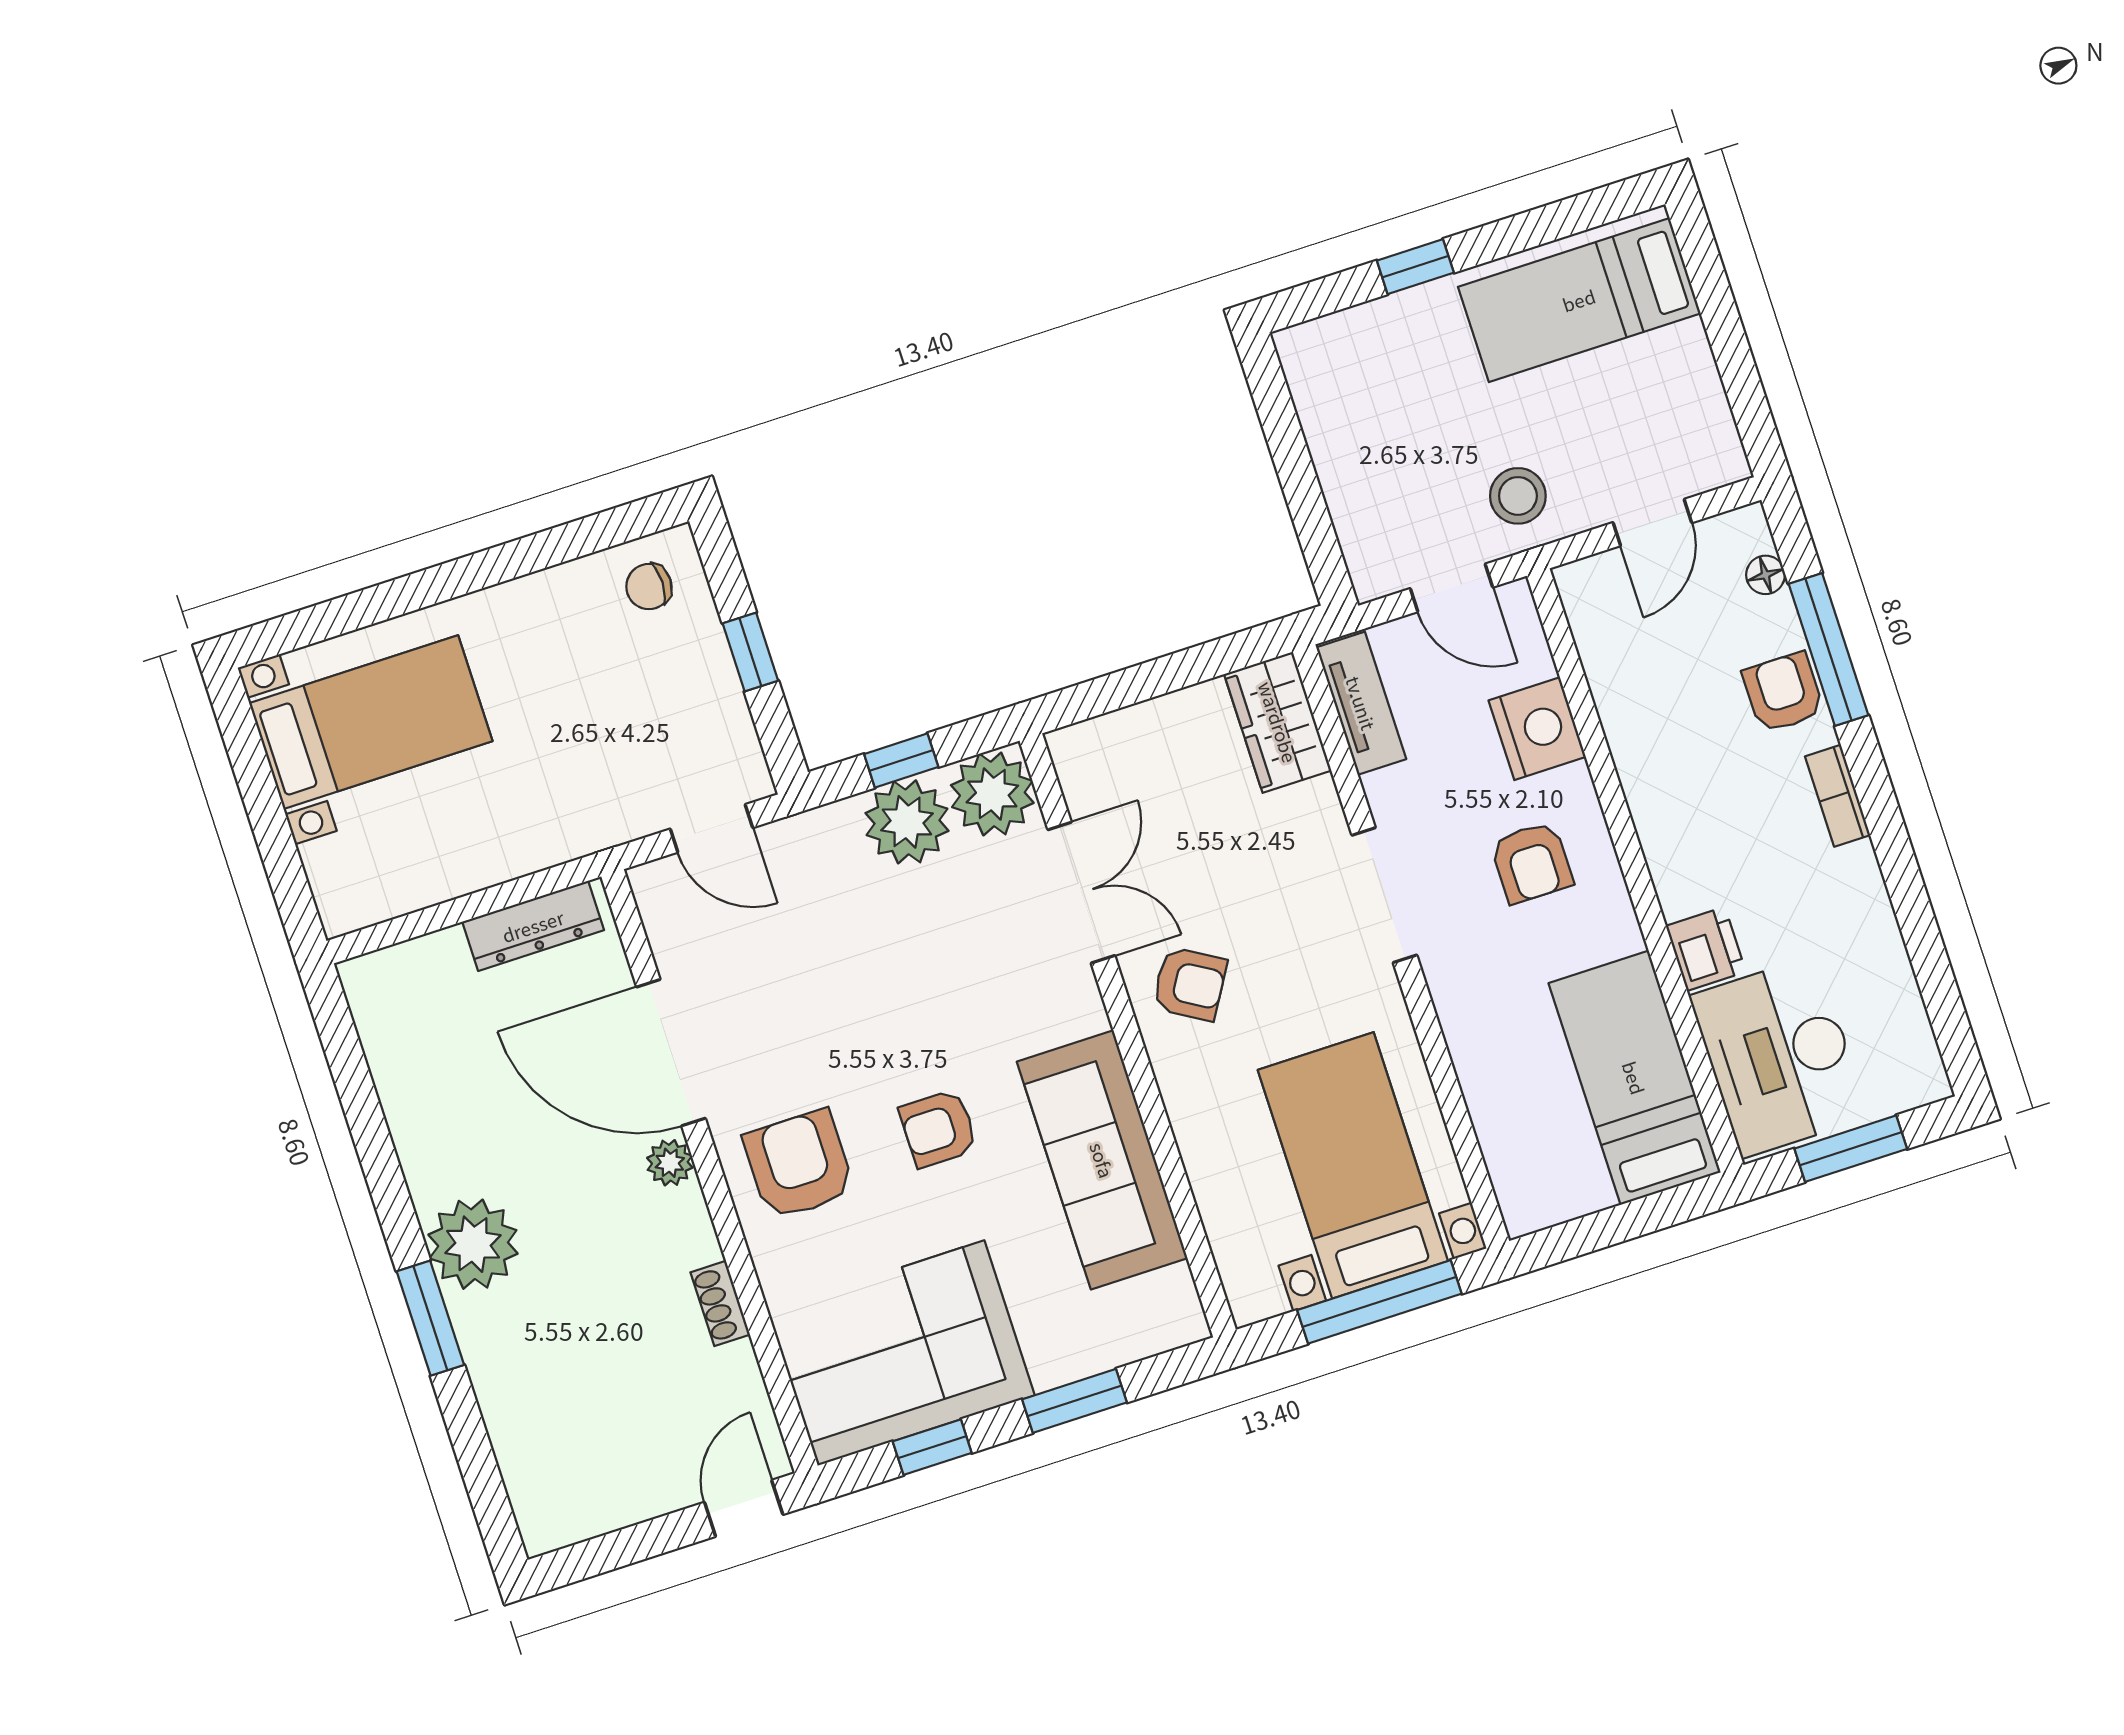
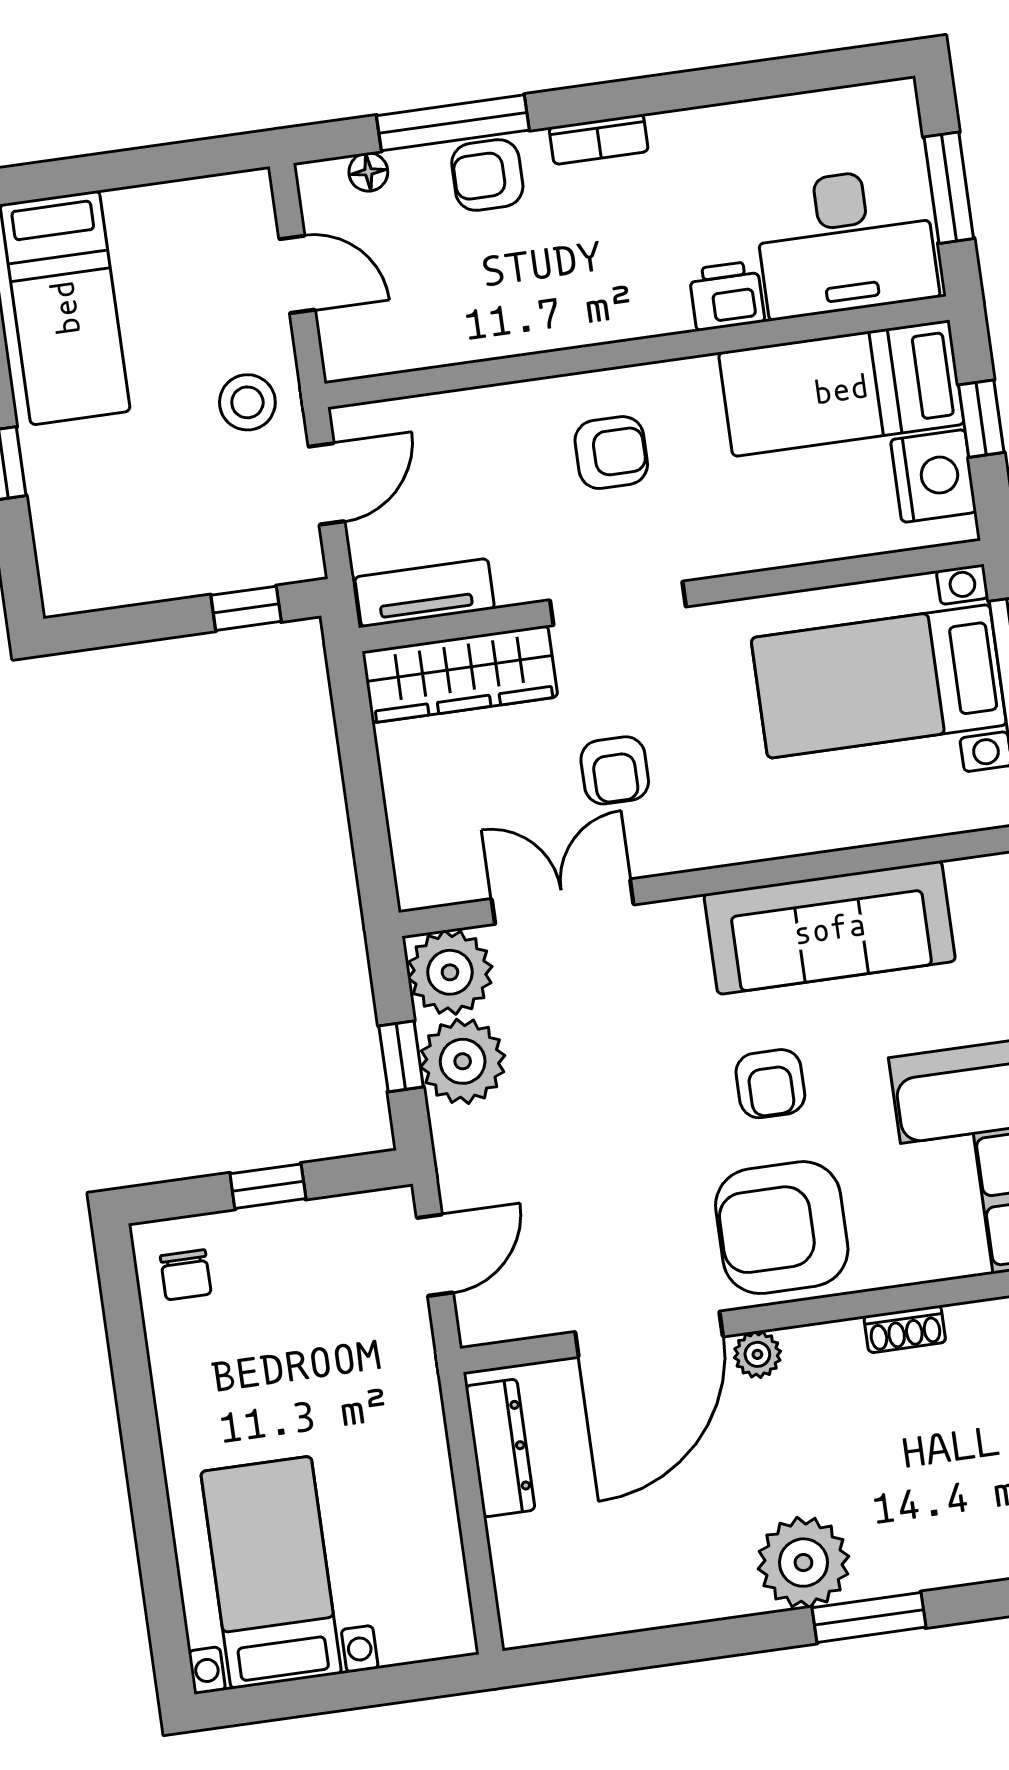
window: (1315, 530) -> (246, 608), added
wardrobe: (1278, 722) -> (460, 674), width x1.50
nightstand: (1537, 729) -> (933, 476), moved, turned 90
armchair: (1190, 984) -> (615, 770), moved, turned 149
armchair: (799, 1165) -> (782, 1228), width x1.36, depth x1.36
window: (1629, 1221) -> (981, 419), added

